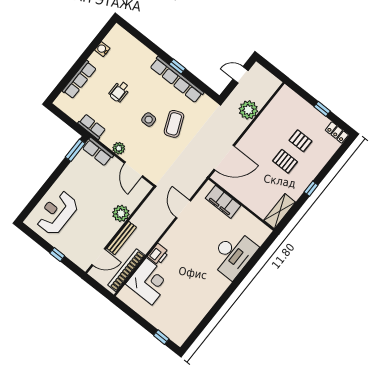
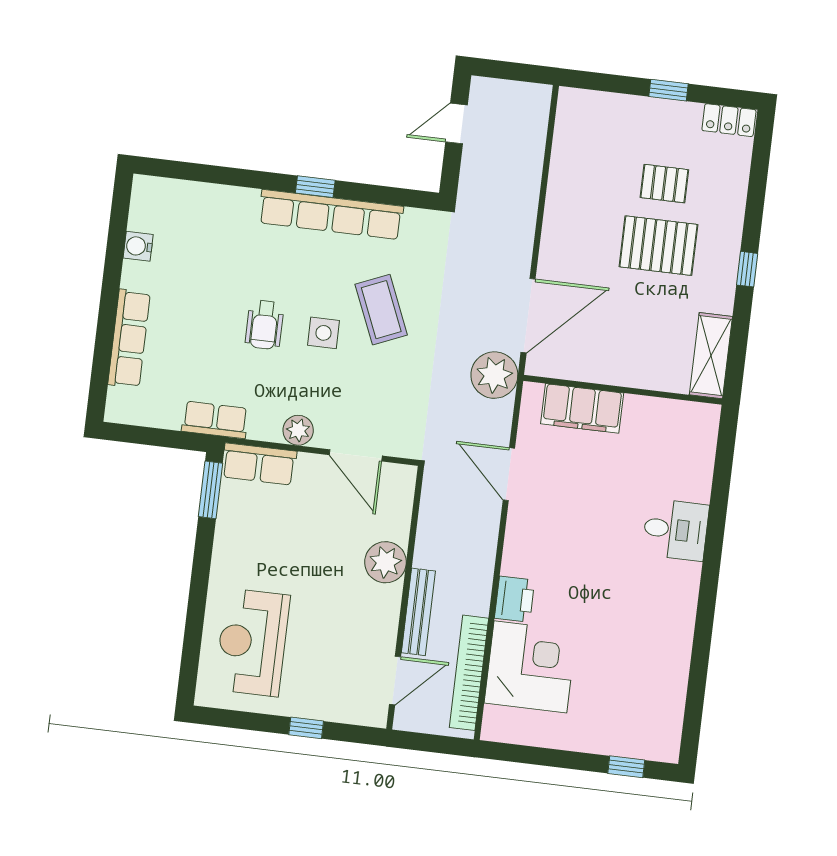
wheelchair: (119, 92) -> (264, 325), moved
plant: (248, 110) -> (494, 375), moved
pallet: (285, 161) -> (658, 246), width x1.50, depth x1.42
desk: (233, 254) -> (676, 530), width x0.53, depth x0.77

